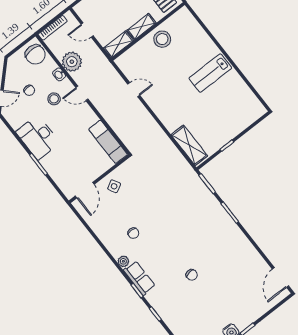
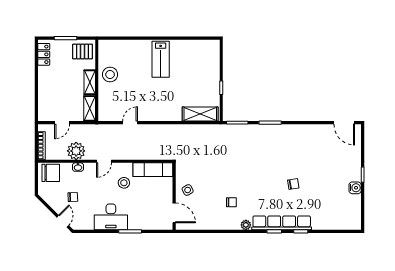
stool: (54, 99) -> (124, 183), moved
row of seats: (139, 278) -> (282, 223), width x2.02

